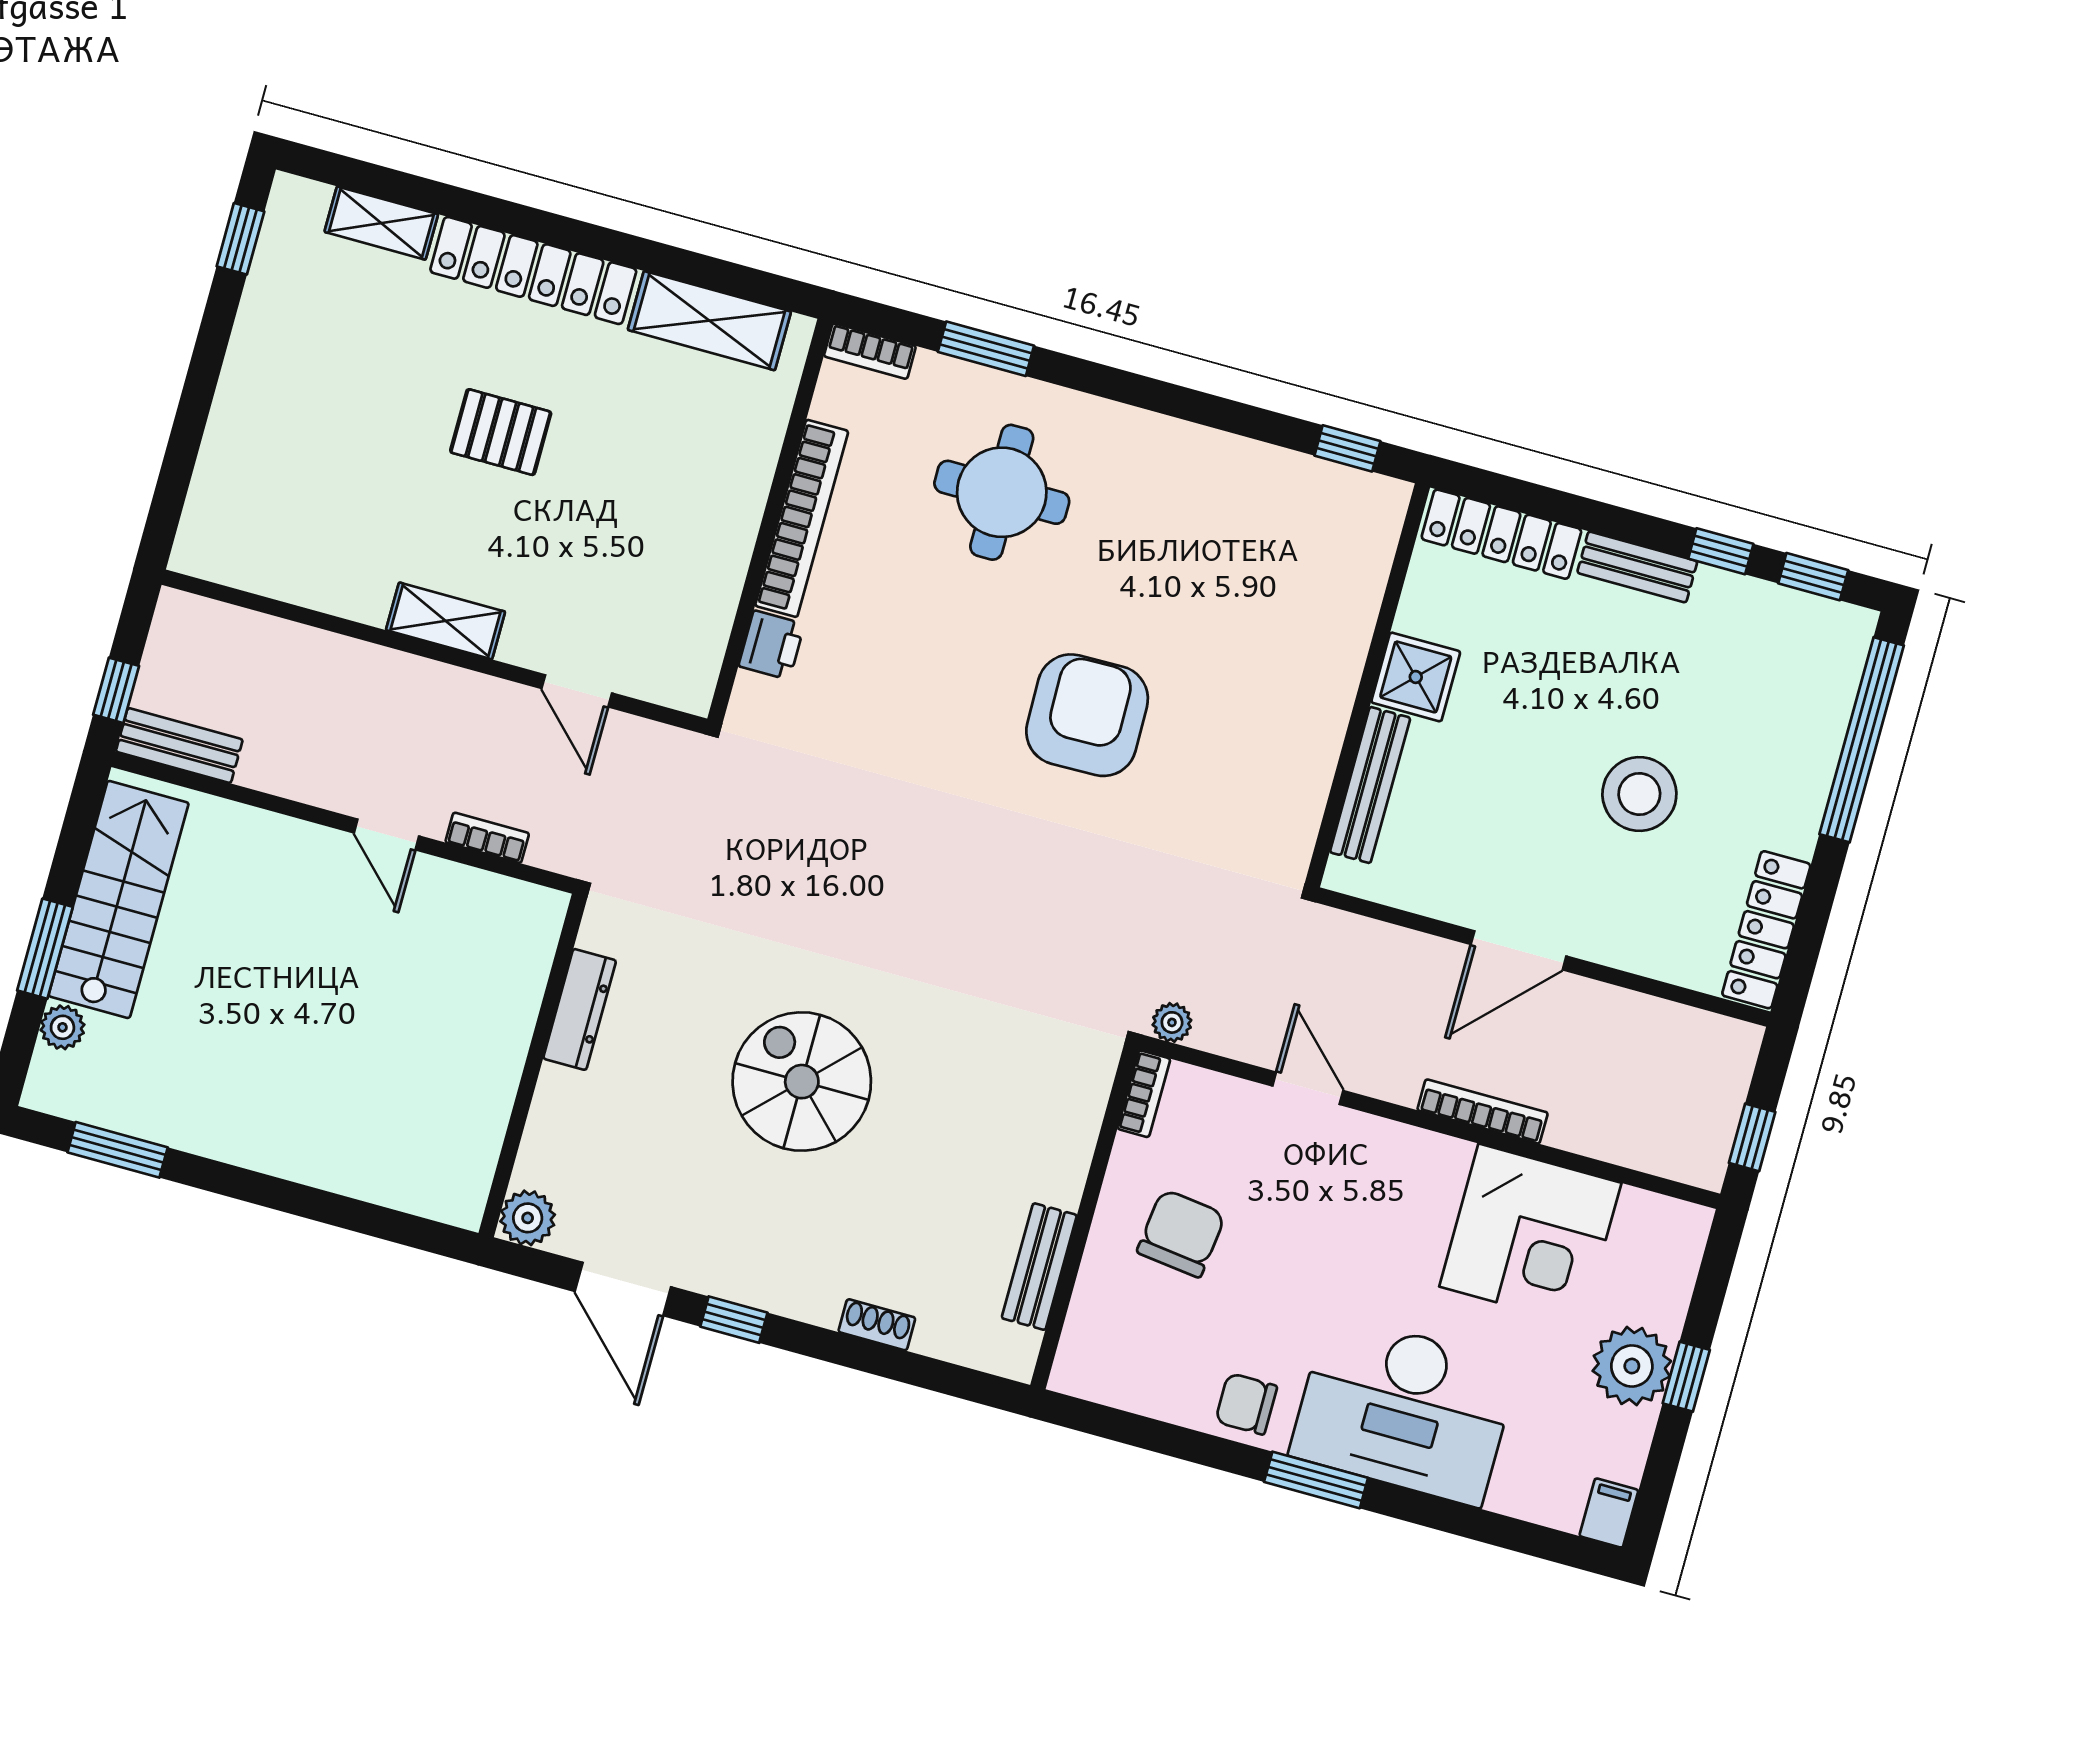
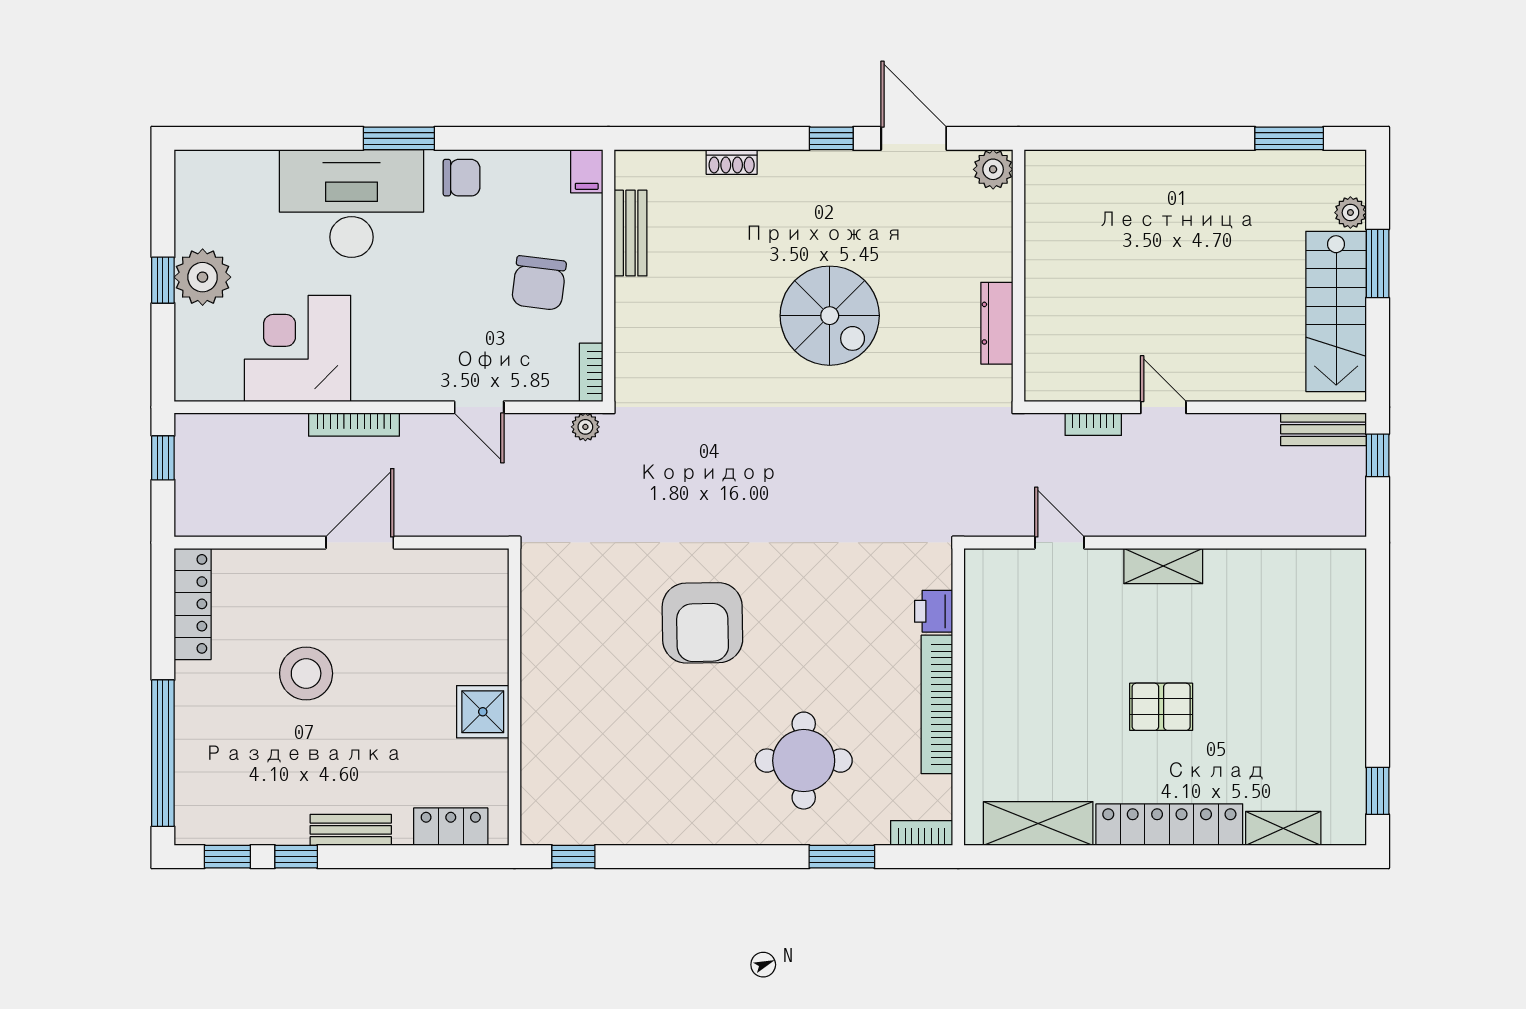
locker: (1501, 534) -> (451, 827), width x0.66
bench: (1370, 785) -> (494, 628), removed
filing cabinet: (1609, 1513) -> (587, 171), moved

